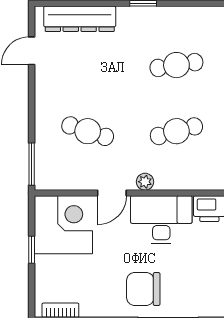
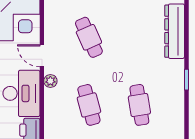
cafe table: (88, 131) -> (89, 37), turned -42

